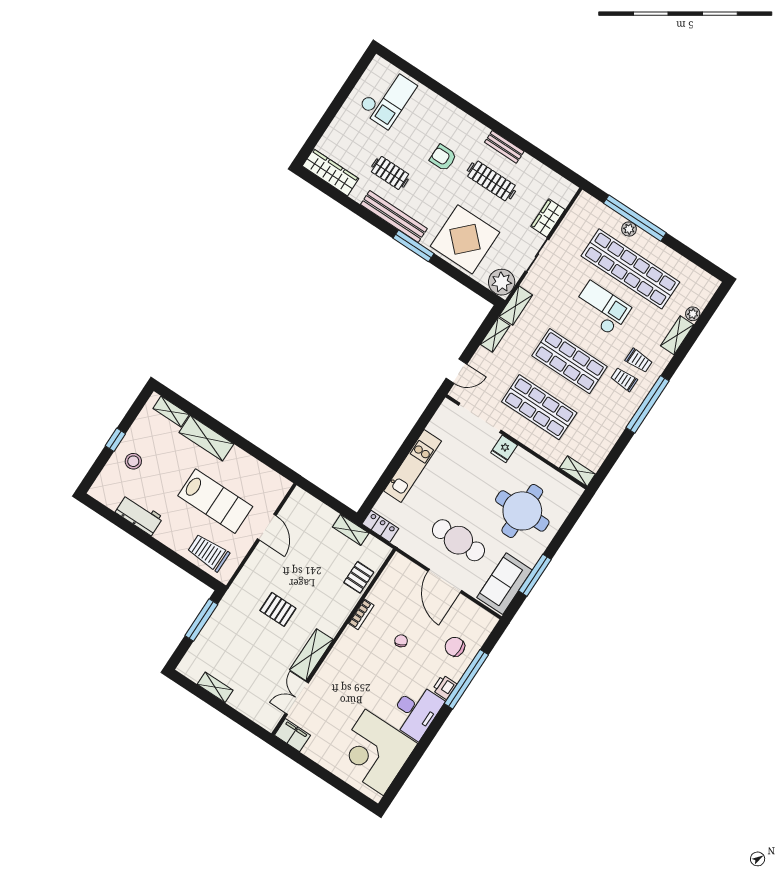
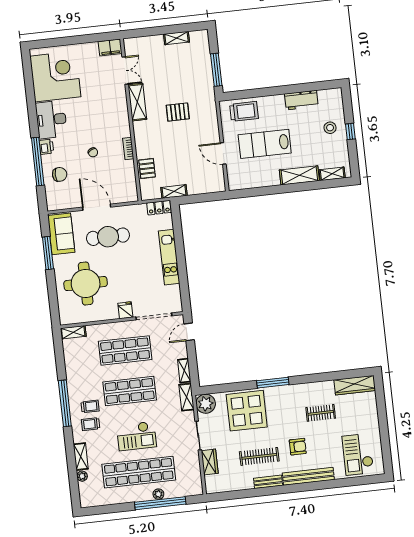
bench: (394, 216) -> (308, 476), moved

